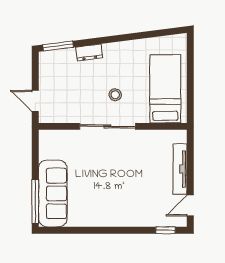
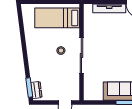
dresser: (89, 53) -> (36, 90), moved

